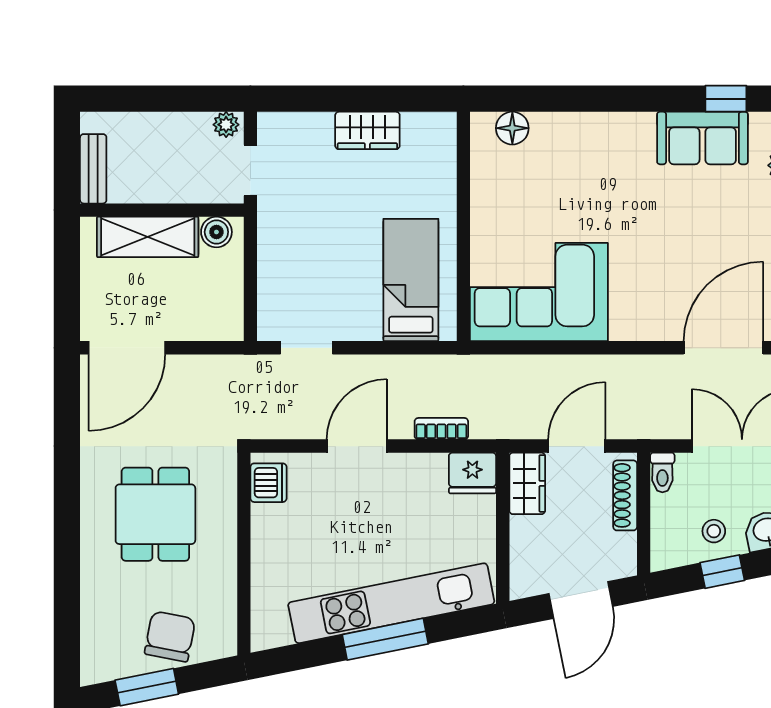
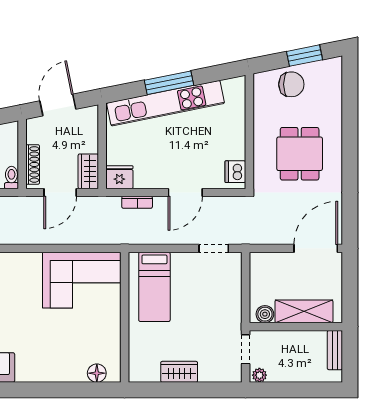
chair: (170, 636) -> (291, 84), turned -101

